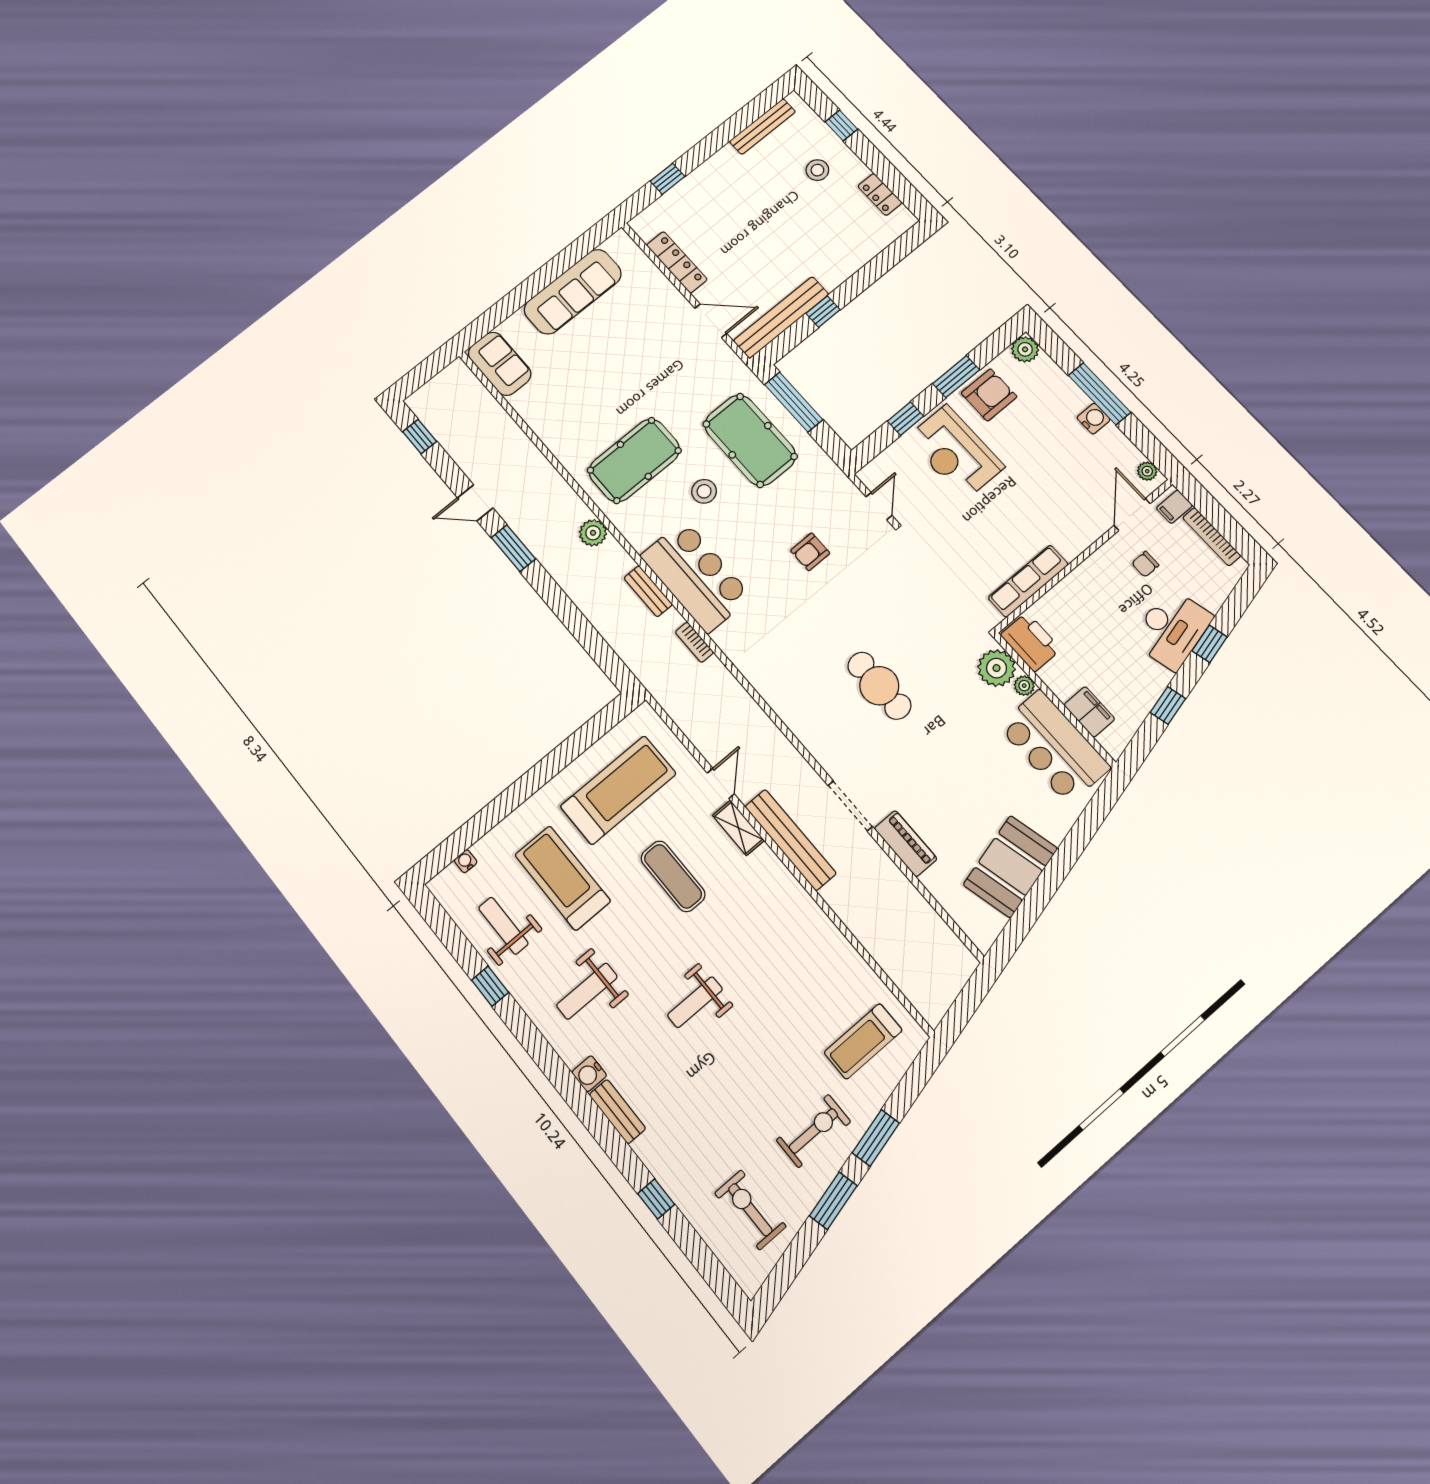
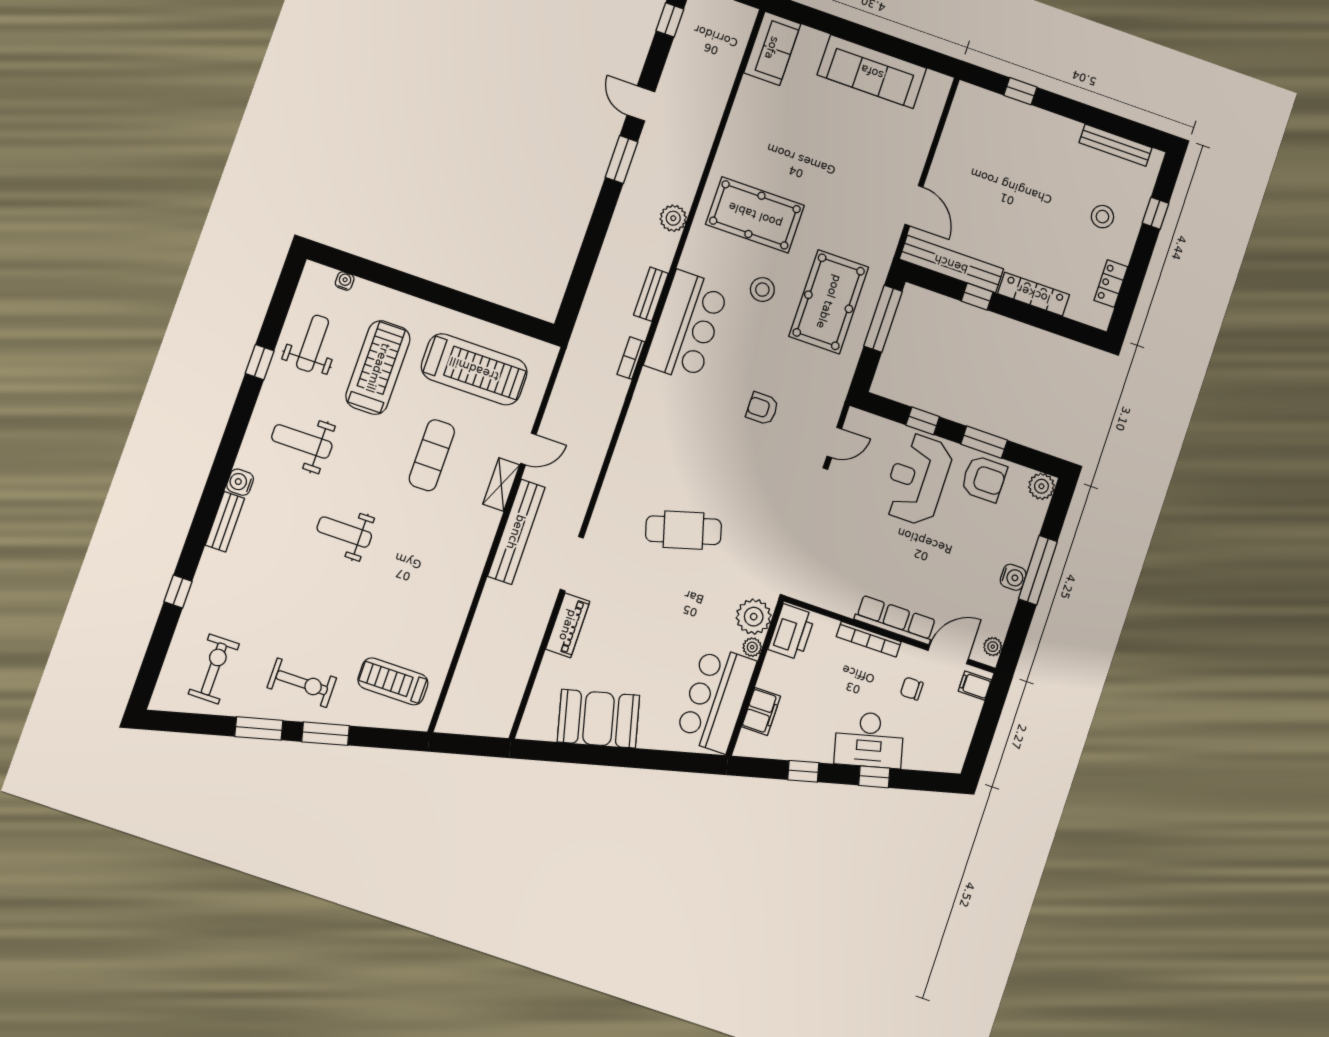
locker: (677, 262) -> (1034, 294), moved, turned -90
bookcase: (1212, 537) -> (869, 639), moved, turned -90
row of seats: (1028, 581) -> (895, 620), moved
cafe table: (879, 686) -> (683, 530), turned 74

